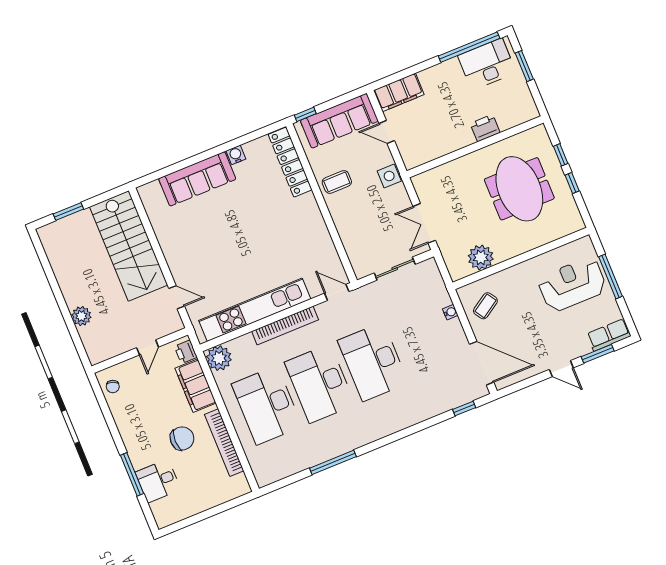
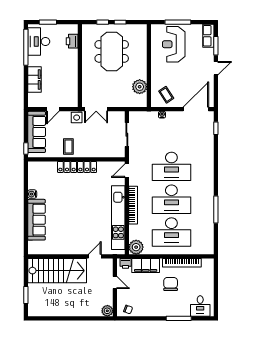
filing cabinet: (399, 92) -> (35, 80), moved
printer: (485, 128) -> (72, 41), moved
locker: (290, 162) -> (77, 167), moved
meeting table: (519, 189) -> (112, 51), turned 90
double door: (424, 223) -> (96, 109), moved
plant: (81, 316) -> (107, 311), moved
desk: (158, 481) -> (200, 306), moved

